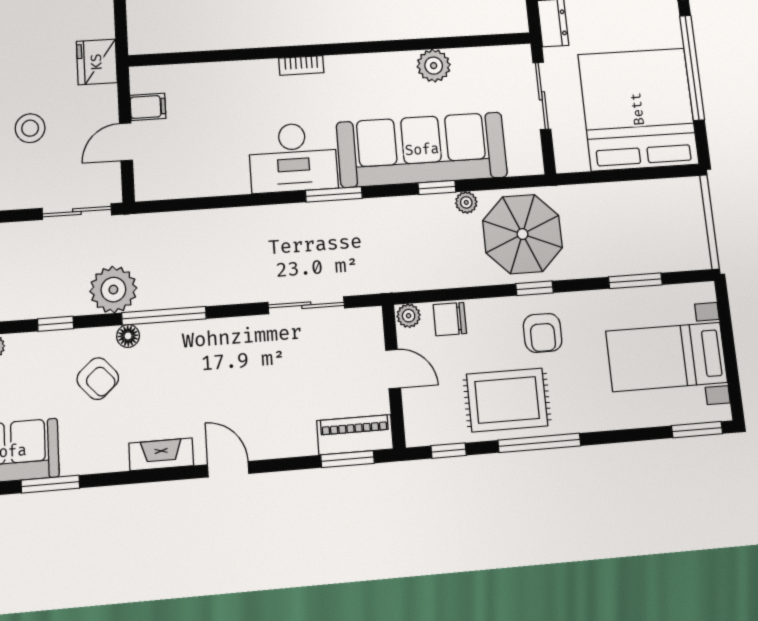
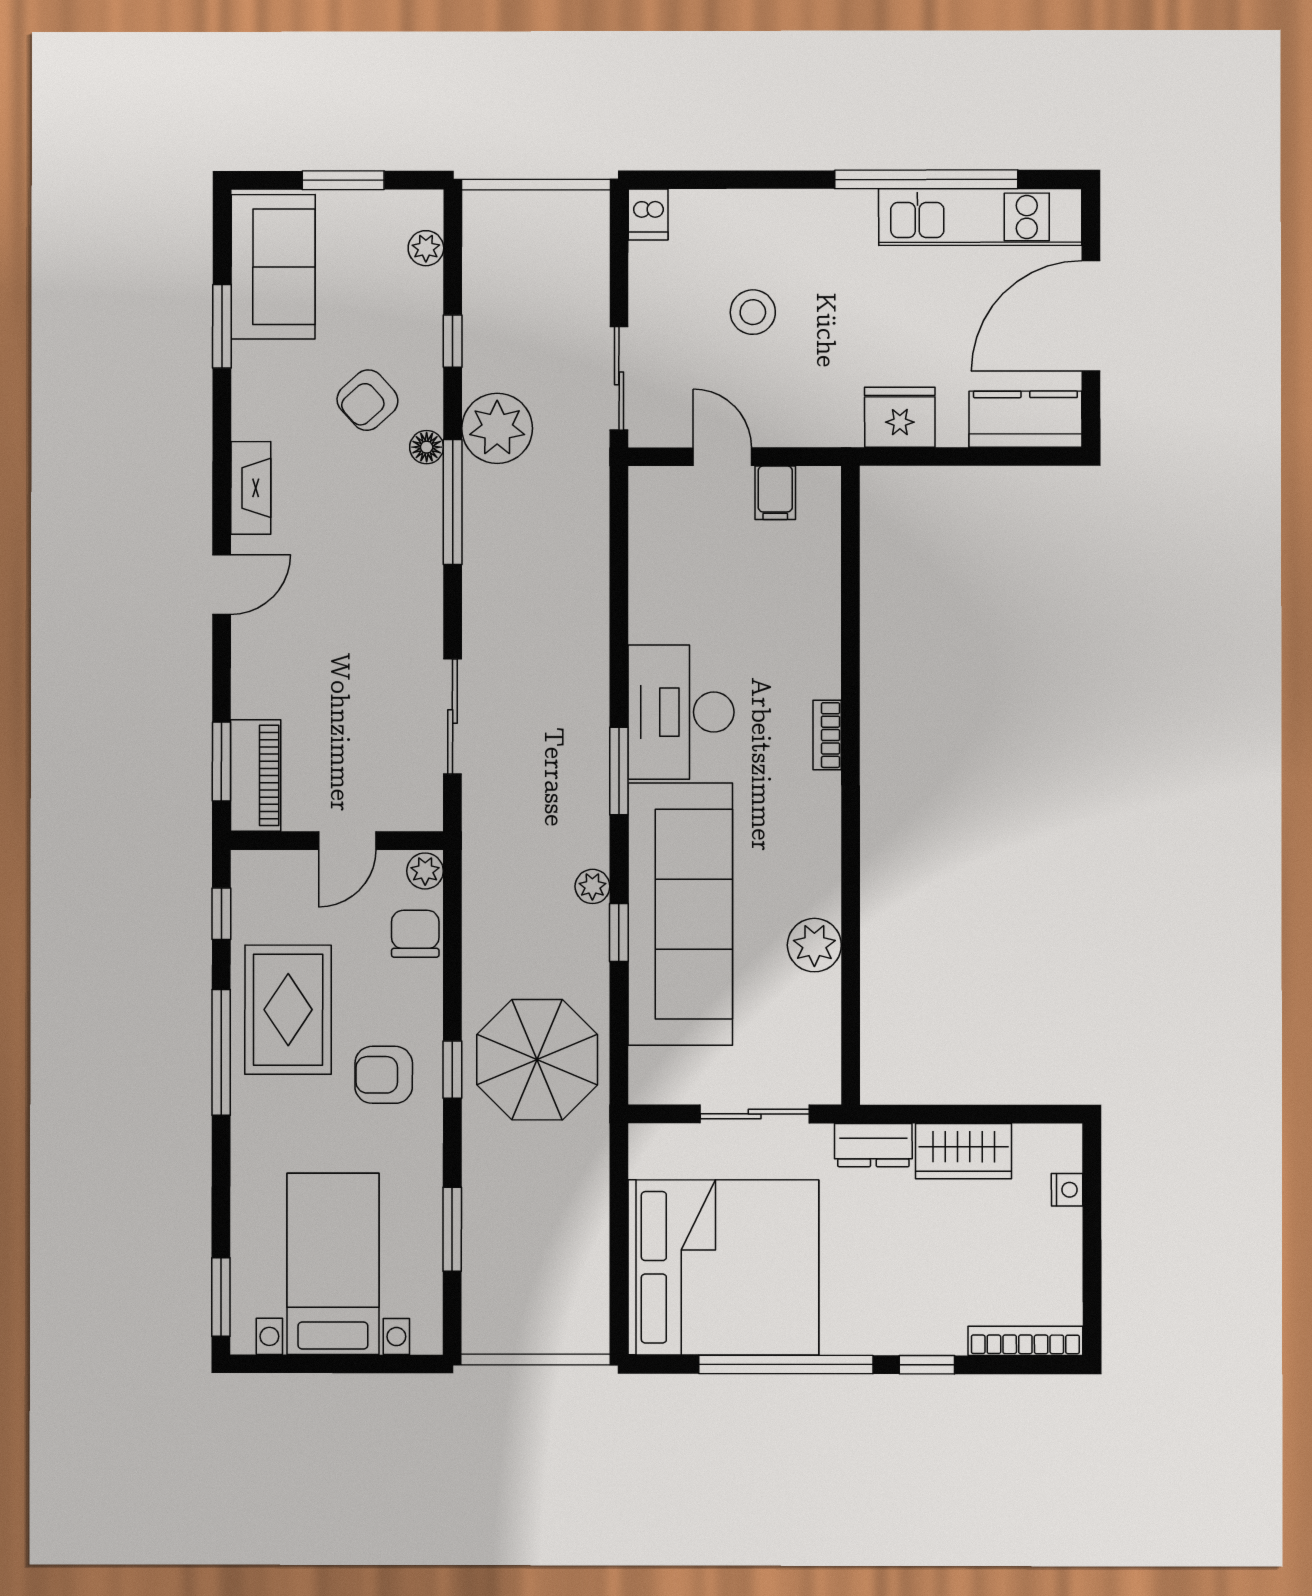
fridge: (97, 62) -> (900, 417), moved
plant: (466, 202) -> (592, 886), moved

